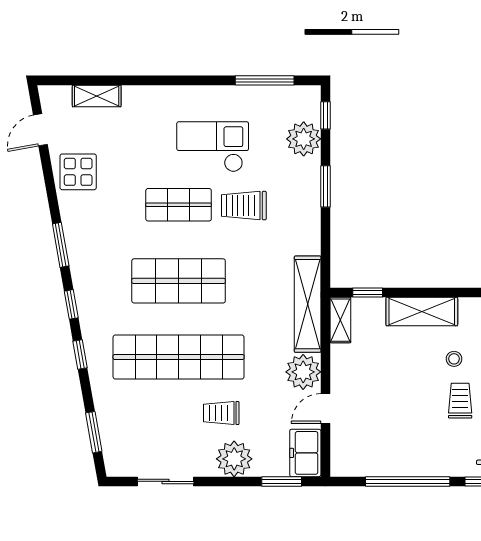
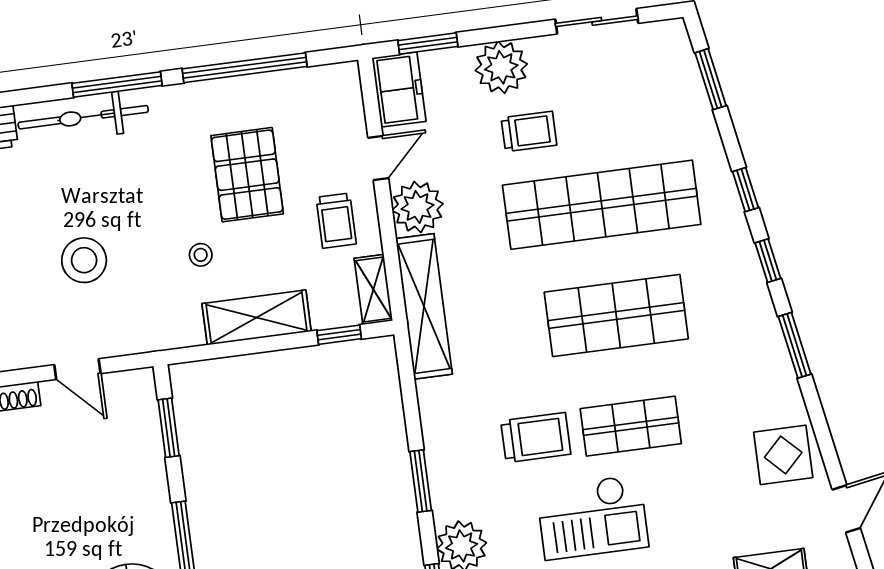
trolley: (460, 401) -> (336, 221), moved
pallet: (415, 409) -> (247, 175), added

